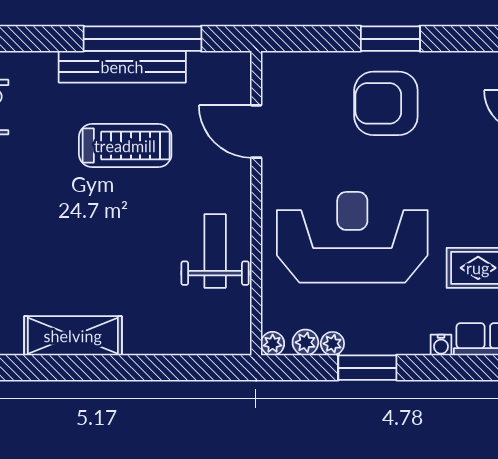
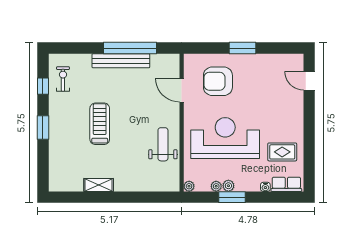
armchair: (386, 103) -> (218, 81), moved
treadmill: (125, 146) -> (100, 124), moved, turned -90
shelving: (73, 336) -> (99, 185), width x0.67, depth x0.75
plant: (305, 342) -> (228, 186), moved

